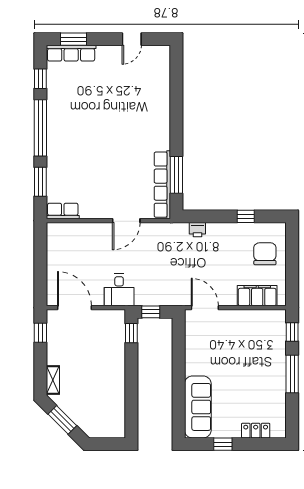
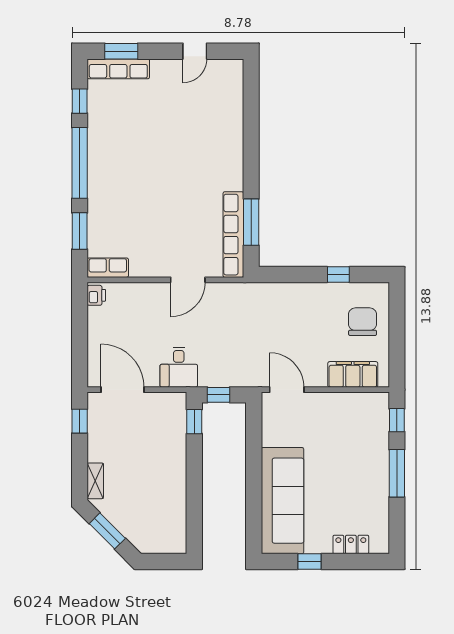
printer: (197, 230) -> (96, 295), moved, turned -90
sofa: (198, 407) -> (282, 501), width x1.36, depth x1.27

